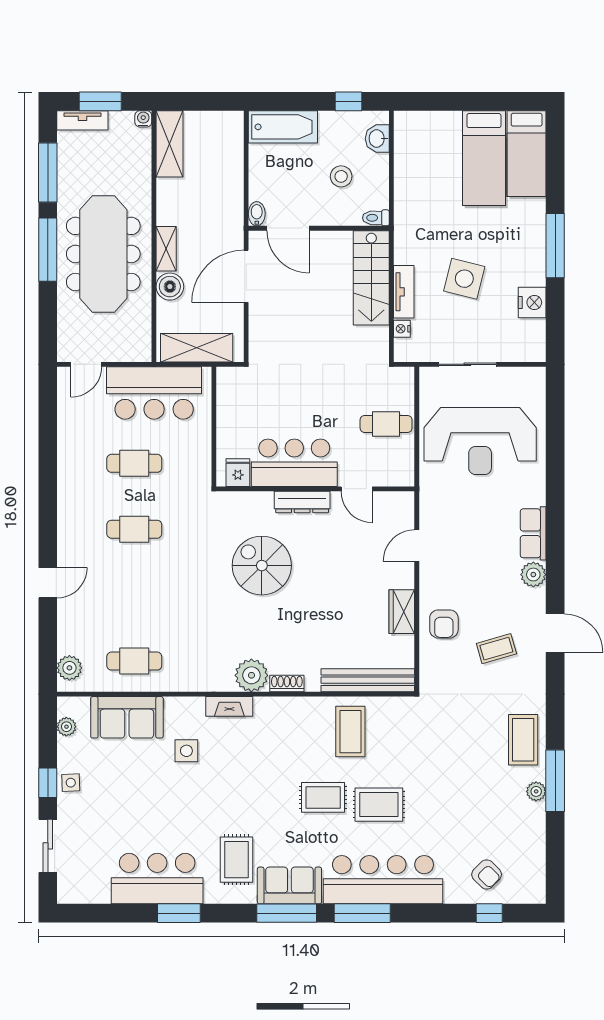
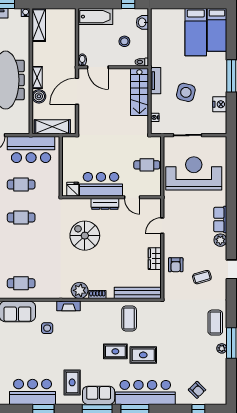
tv unit: (404, 292) -> (156, 81), moved
reception desk: (480, 441) -> (194, 173), turned 180

